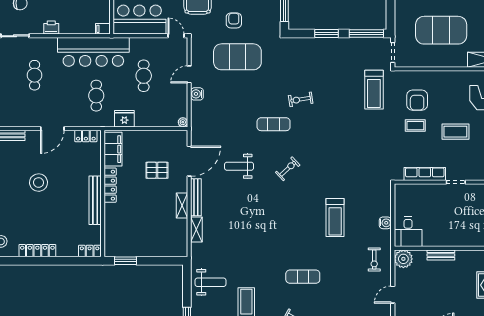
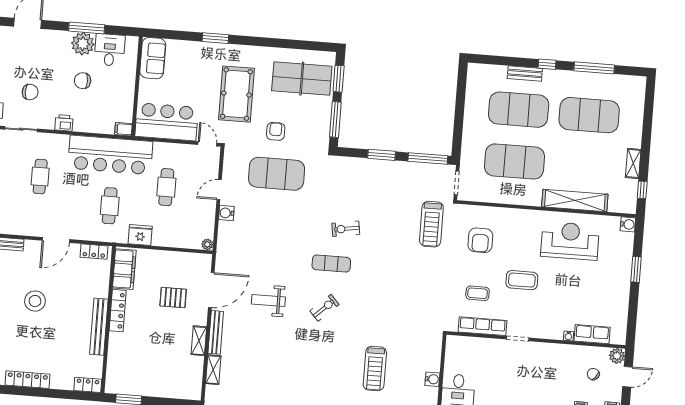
exercise mat: (274, 124) -> (331, 264), moved
coffee table: (415, 126) -> (478, 293), moved

